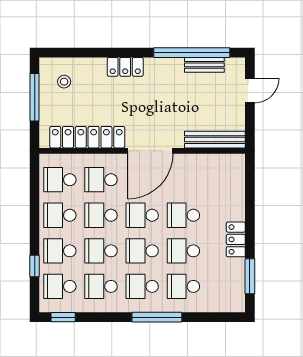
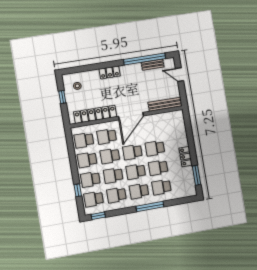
door: (250, 90) -> (179, 75), swing flipped
window: (35, 97) -> (62, 97), width x0.46

